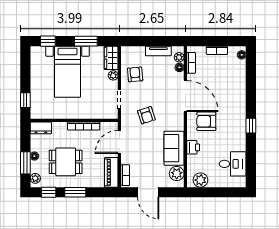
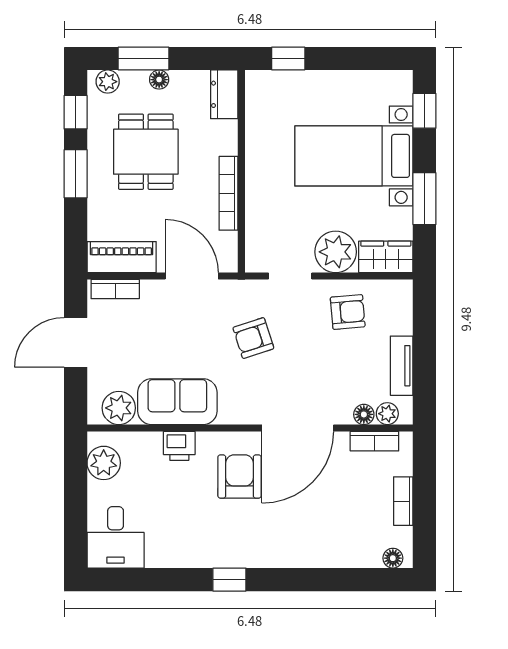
plant: (113, 75) -> (336, 252), width x1.88, depth x1.88
desk: (233, 164) -> (116, 537), moved

